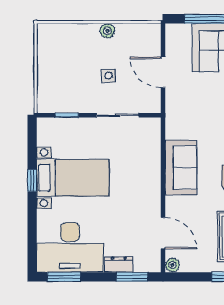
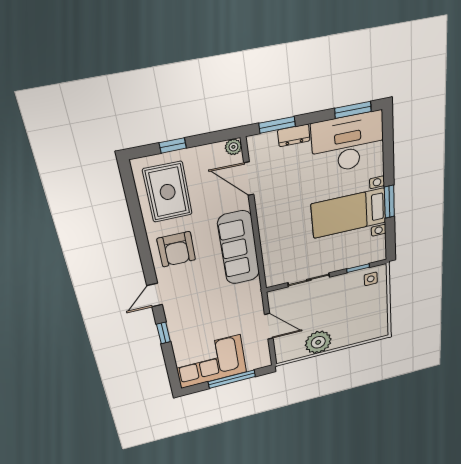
plant: (107, 31) -> (318, 342), width x1.87, depth x1.87
side table: (108, 76) -> (371, 279), moved
sofa: (181, 167) -> (239, 248), width x1.36
window: (32, 180) -> (389, 202), width x1.50

